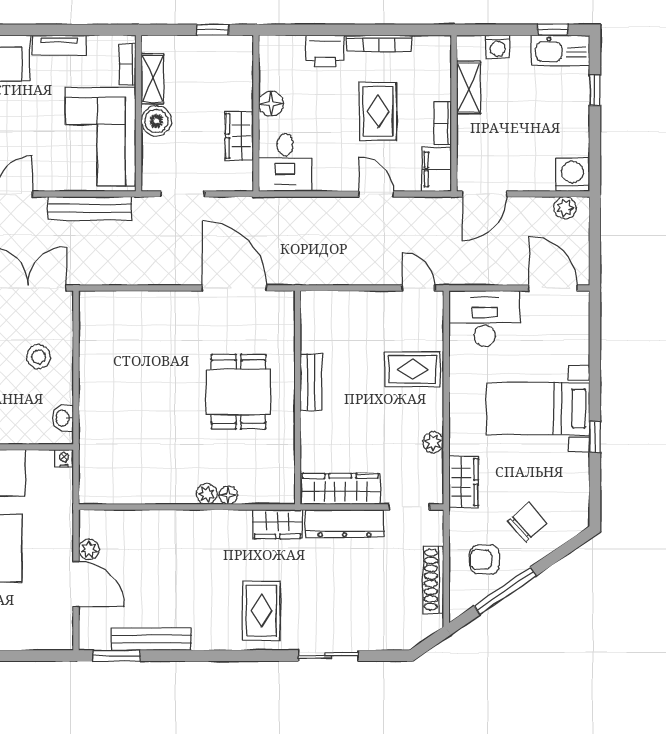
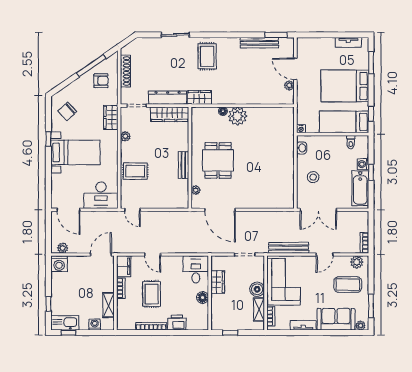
plant: (285, 329) -> (196, 190), added
plant: (207, 494) -> (238, 116), width x1.88, depth x1.88
chair: (527, 522) -> (67, 111), moved

